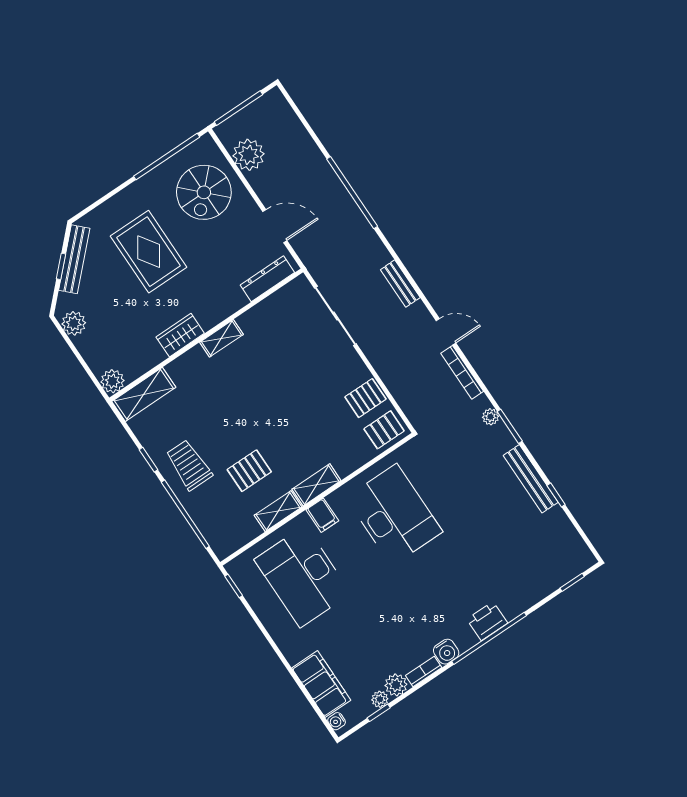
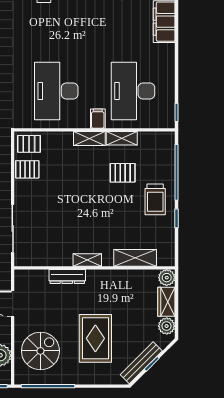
dresser: (267, 279) -> (67, 276), moved
wardrobe: (180, 335) -> (166, 302), moved, turned 90
shelving: (144, 394) -> (135, 258), moved
desk: (303, 576) -> (133, 91), turned 180

